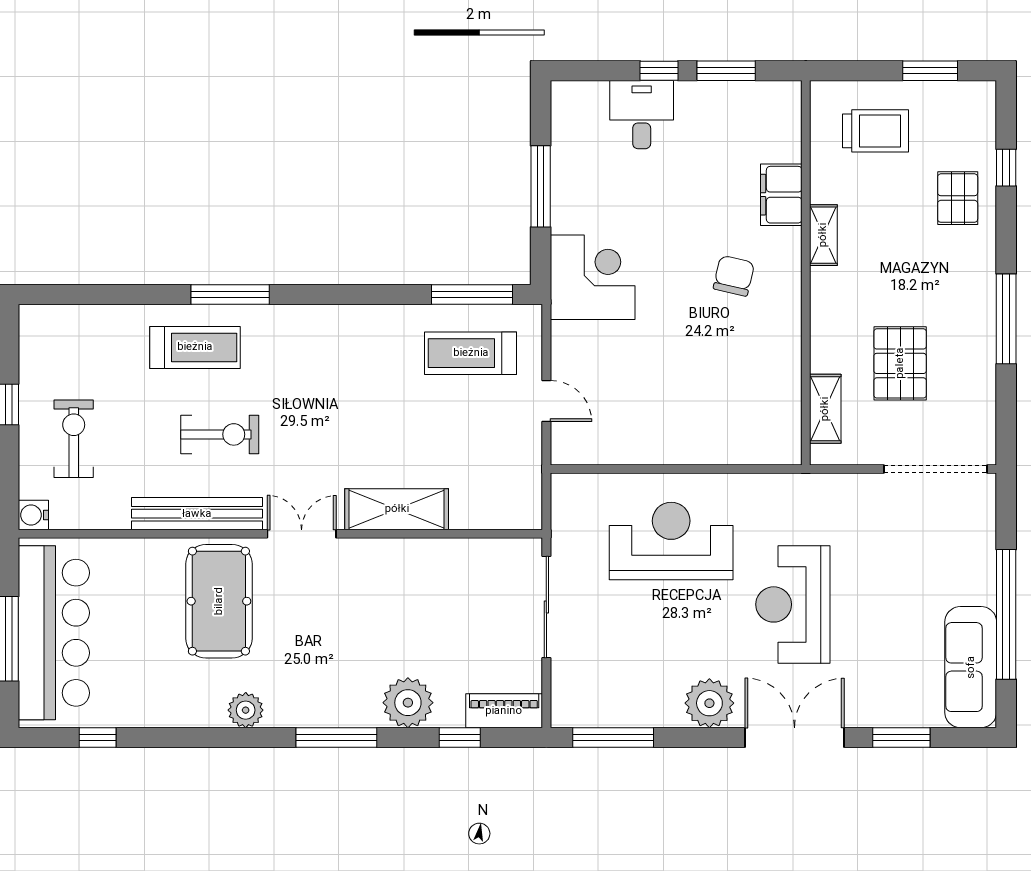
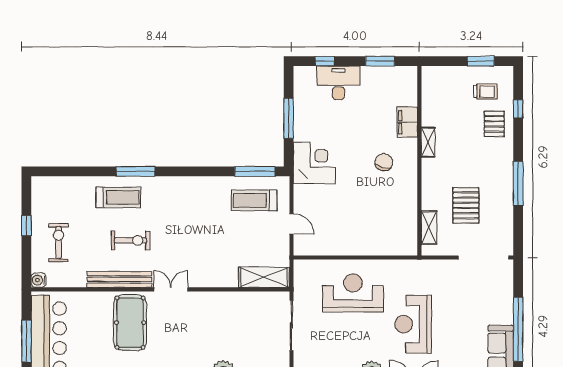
window: (659, 71) -> (325, 61), moved
desk: (642, 115) -> (338, 83), width x1.37
trolley: (875, 131) -> (485, 92), moved, width x0.73, depth x0.72
shelving: (397, 509) -> (264, 277), moved

